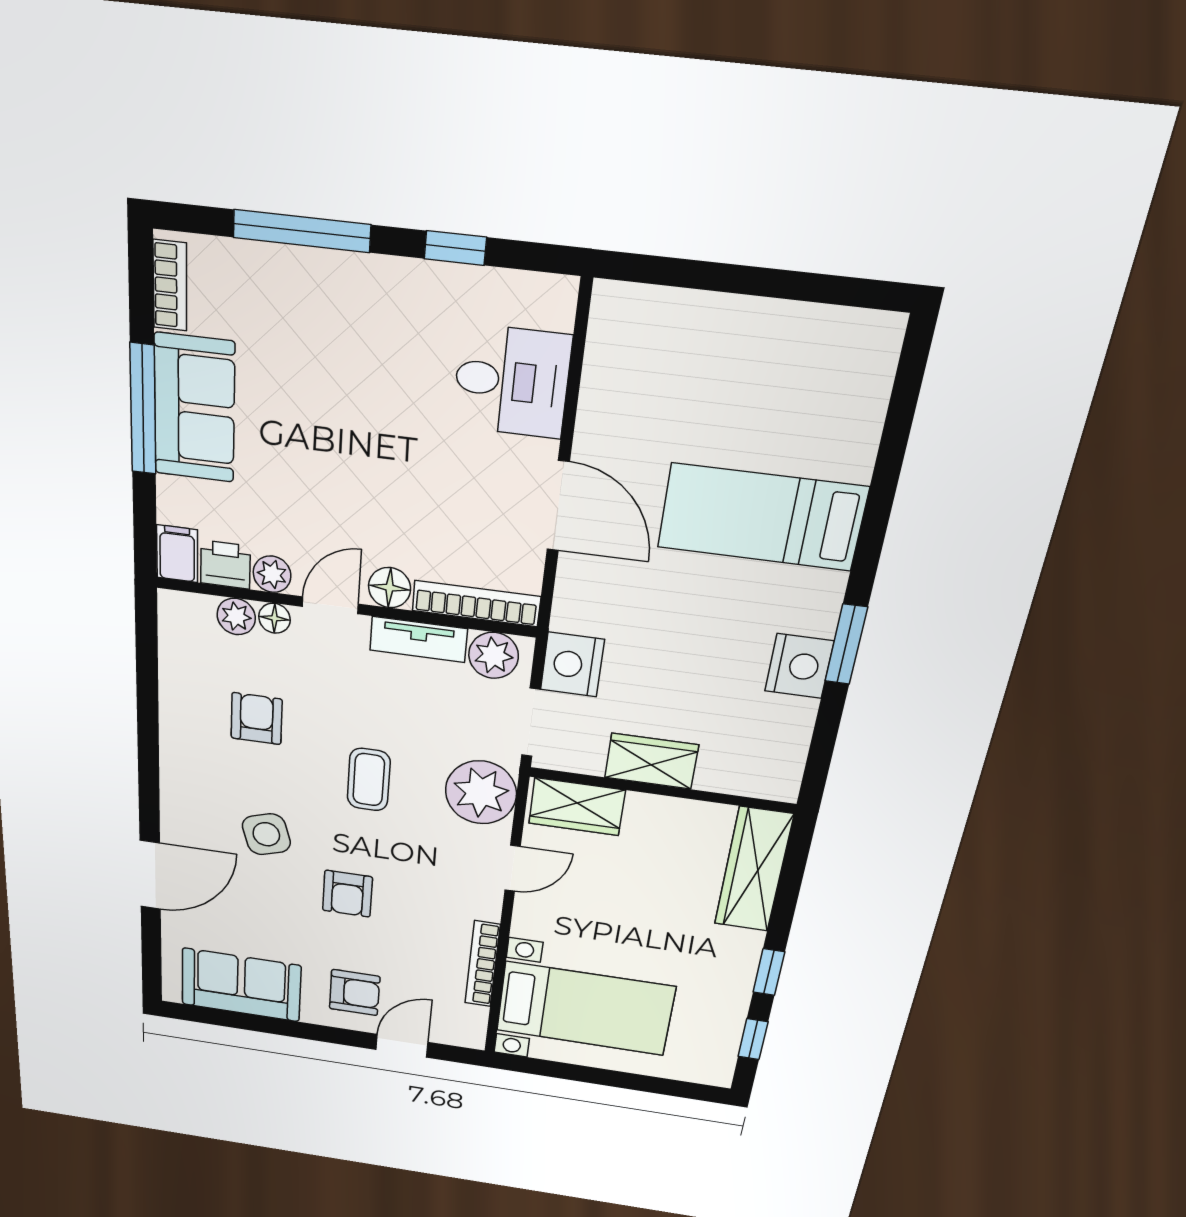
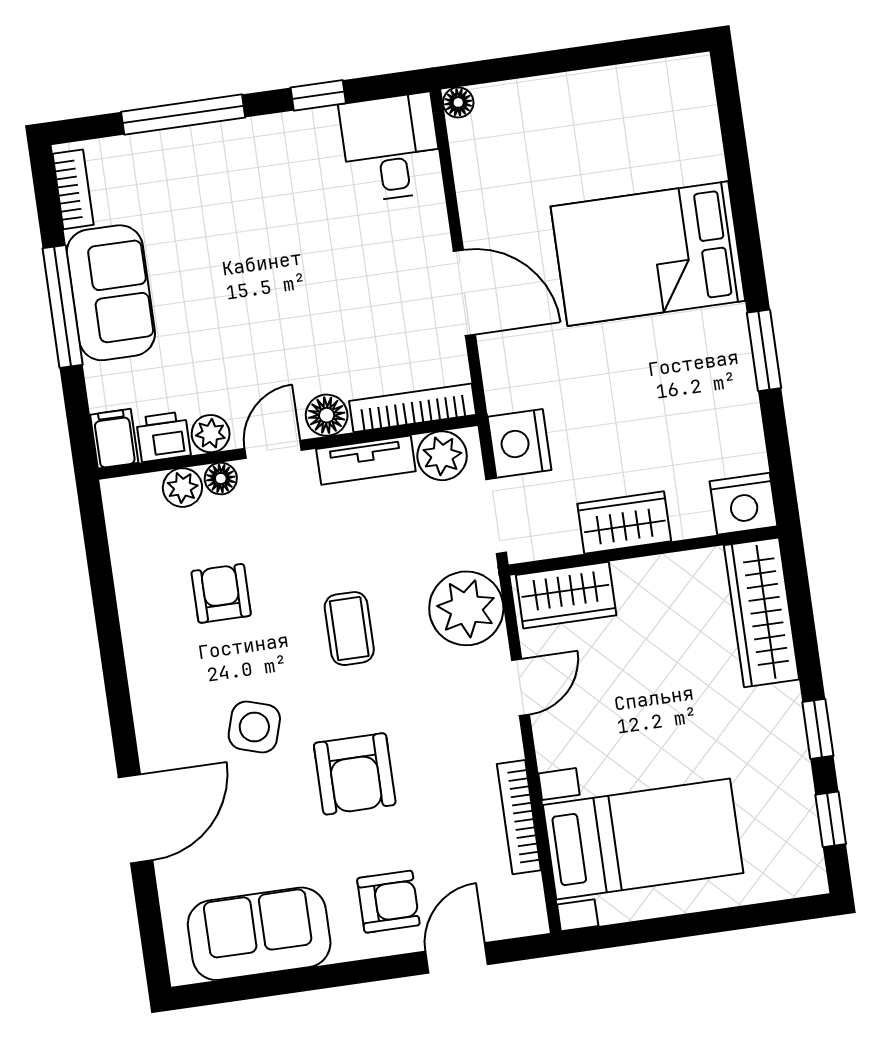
floor lamp: (608, 298) -> (458, 102), added
desk: (512, 381) -> (391, 147), moved, turned -90
bed: (762, 517) -> (648, 254), width x1.50
nightstand: (799, 666) -> (744, 504), moved, turned 90
side table: (266, 834) -> (254, 727), turned 34
armchair: (347, 894) -> (355, 774), width x1.38, depth x1.38

